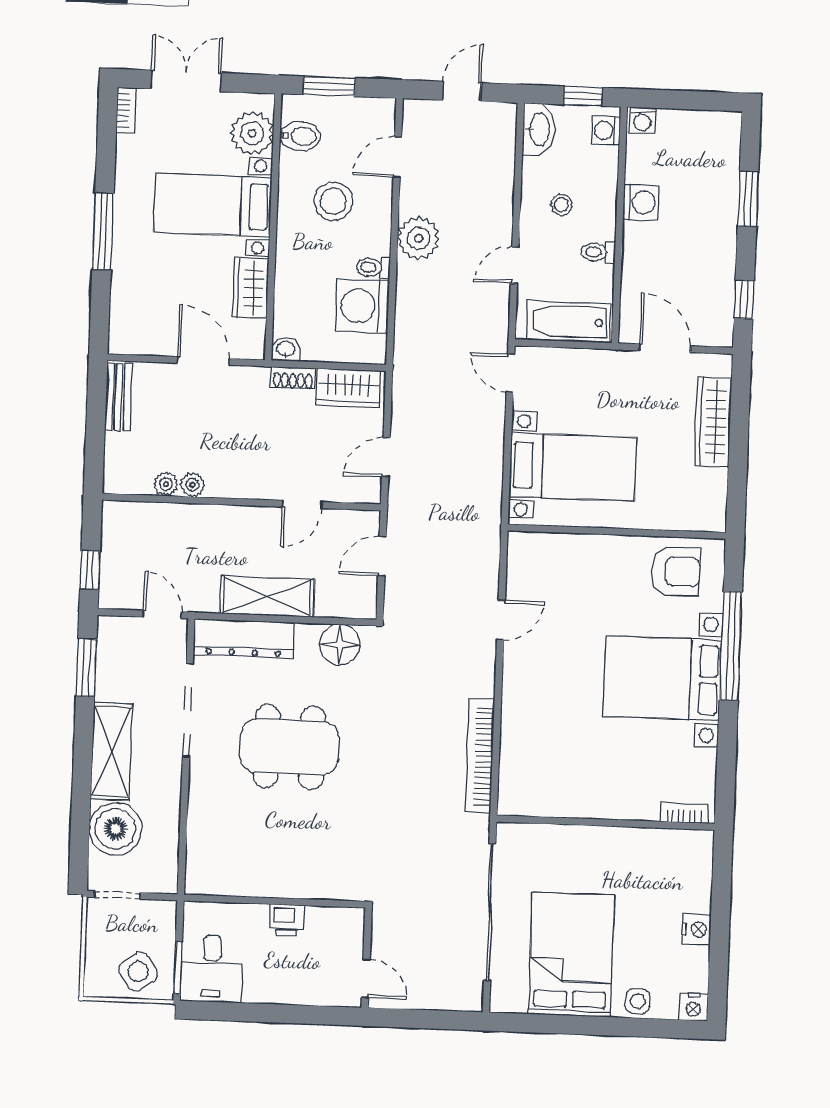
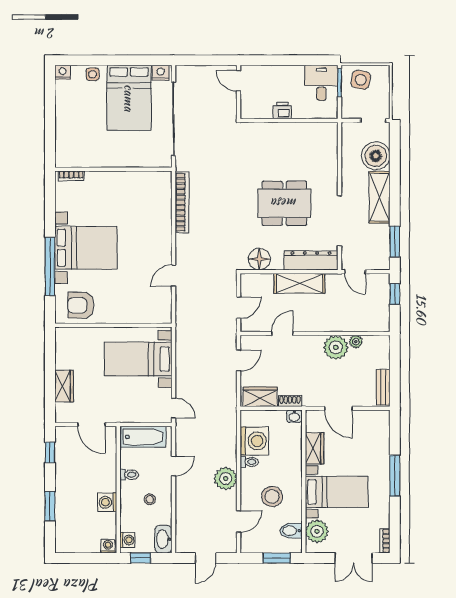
wardrobe: (713, 422) -> (64, 386), width x0.67
plant: (193, 485) -> (336, 347), width x1.87, depth x1.87
nightstand: (697, 930) -> (161, 73), moved, turned 90
side table: (138, 972) -> (361, 80), turned 45

